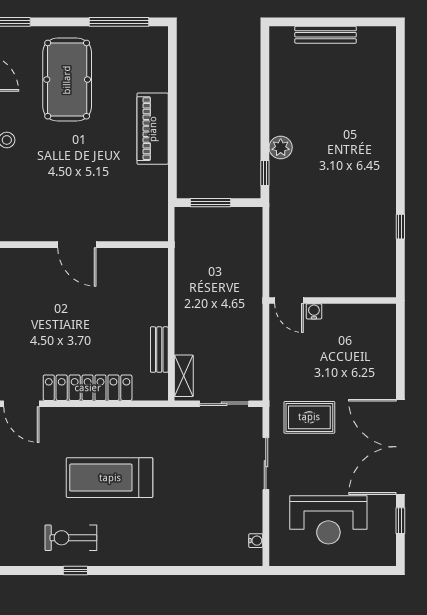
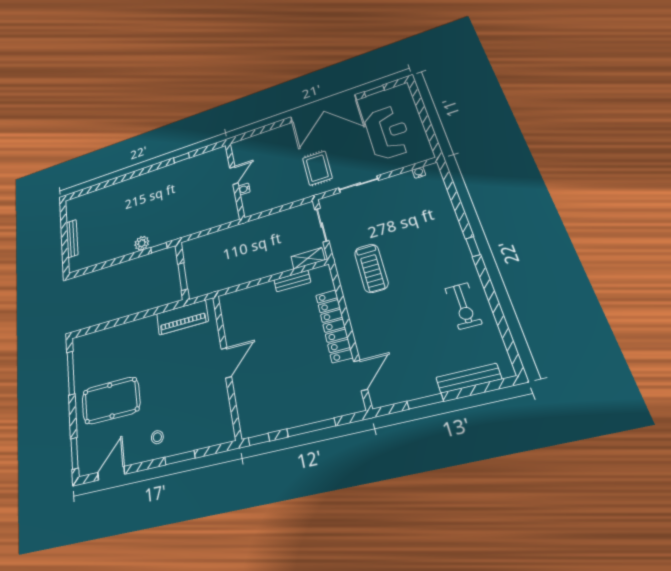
piano: (153, 129) -> (182, 317), moved
door: (289, 300) -> (234, 175), moved
treadmill: (110, 478) -> (371, 268), moved, width x0.73, depth x0.73
window: (75, 571) -> (473, 247), moved

